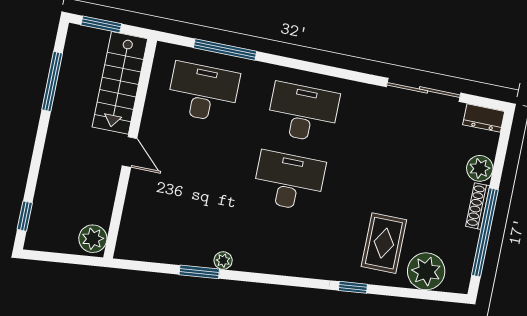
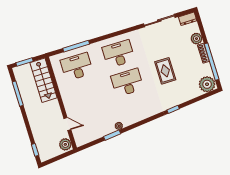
door: (130, 152) -> (67, 124), moved
rug: (384, 243) -> (165, 71), moved
plant: (426, 271) -> (207, 84), moved

